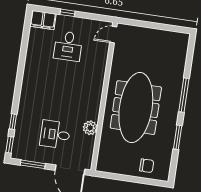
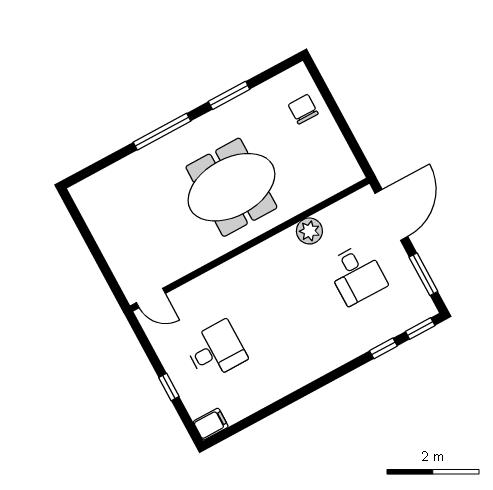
filing cabinet: (43, 20) -> (211, 424), width x0.50
meeting table: (136, 108) -> (231, 187), width x0.73

